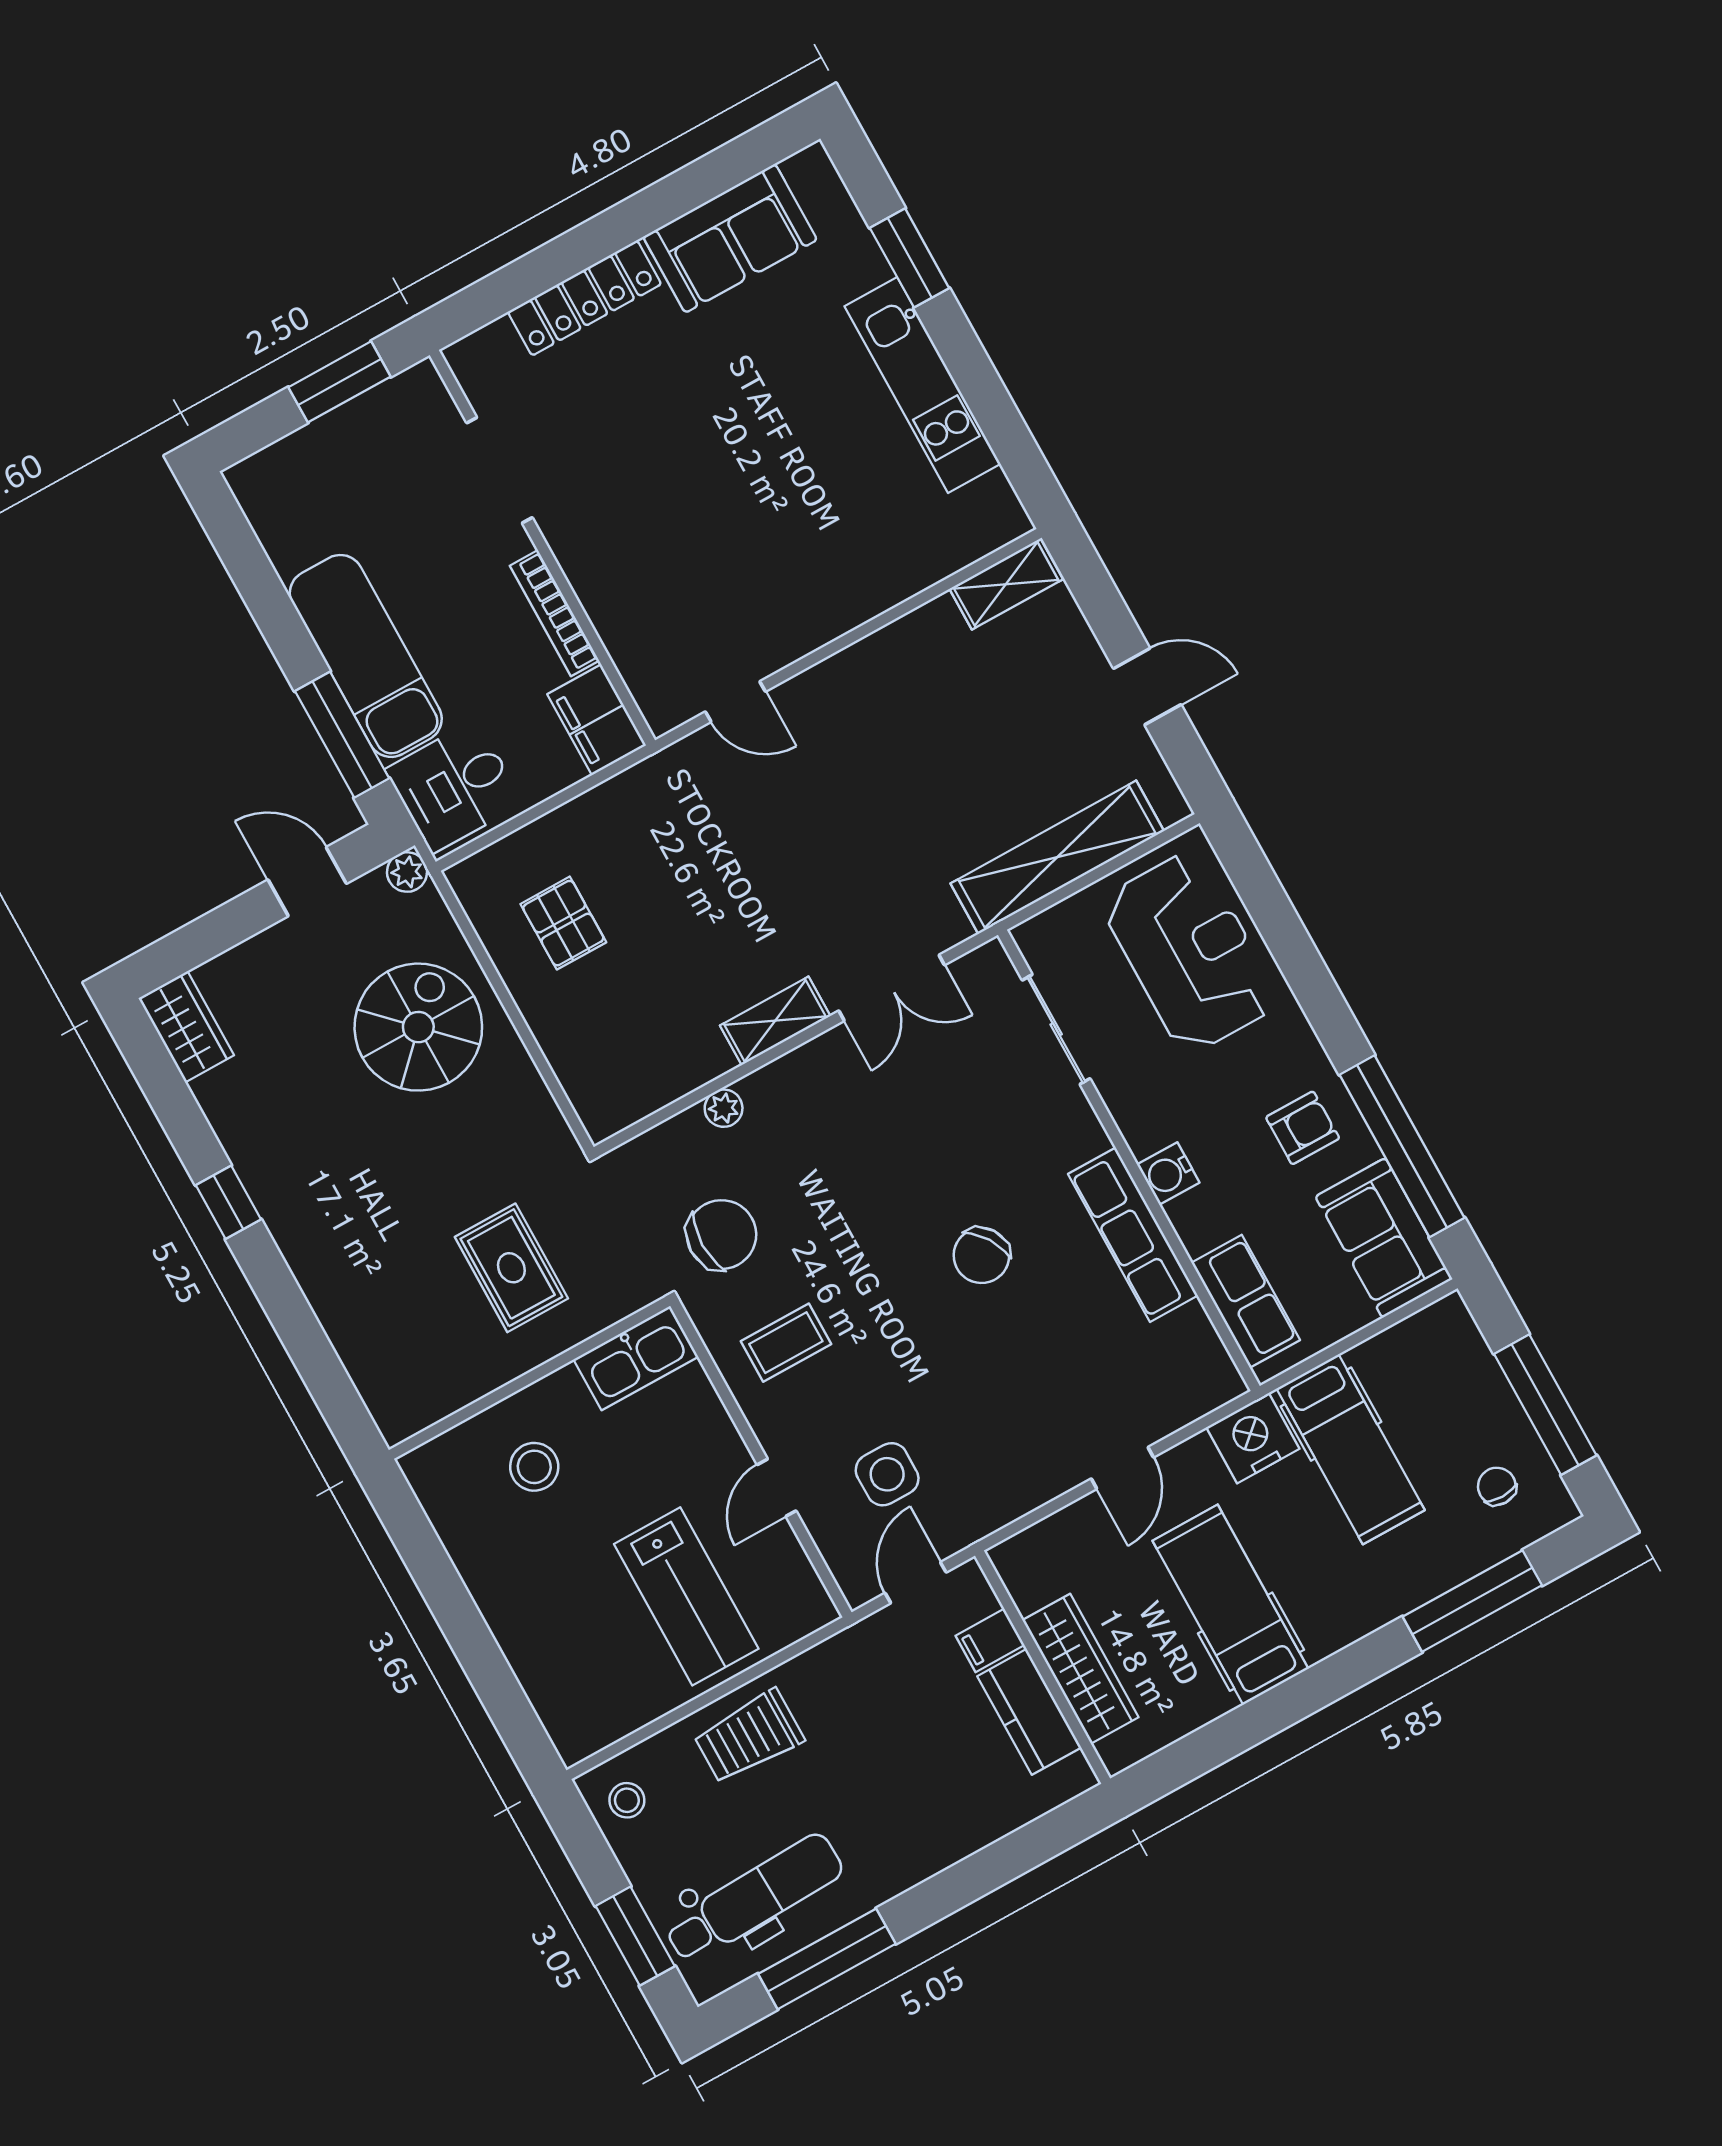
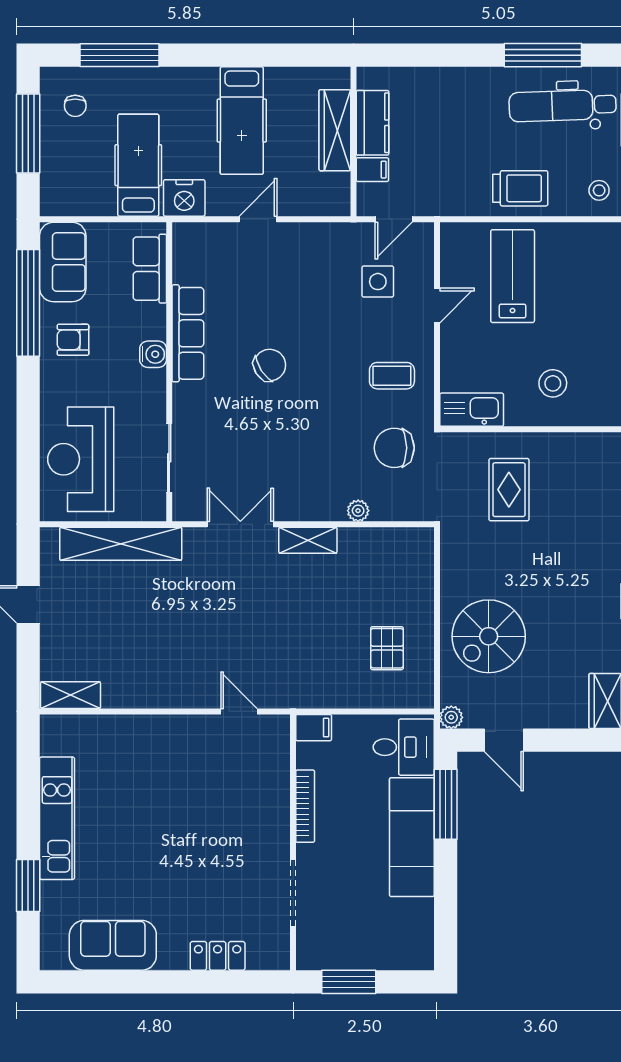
locker: (585, 298) -> (218, 956), width x0.66
filing cabinet: (597, 720) -> (314, 728), width x0.50

